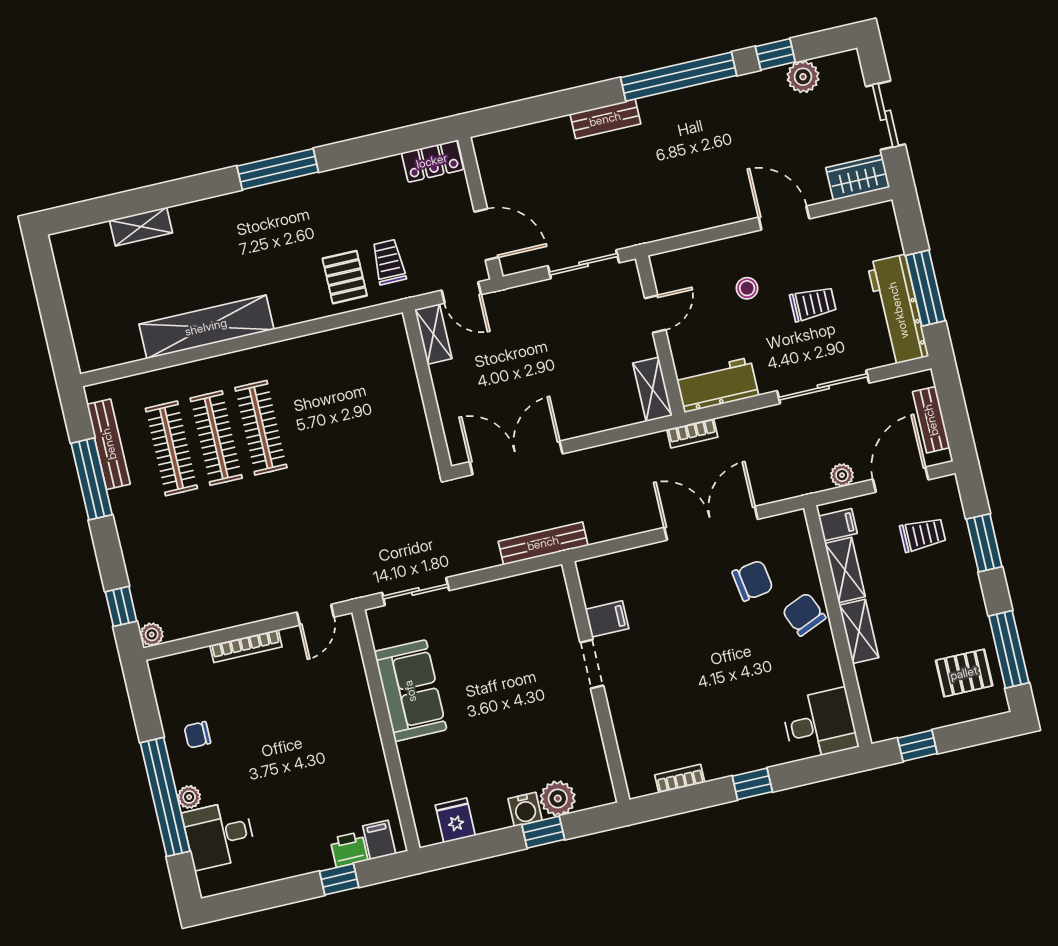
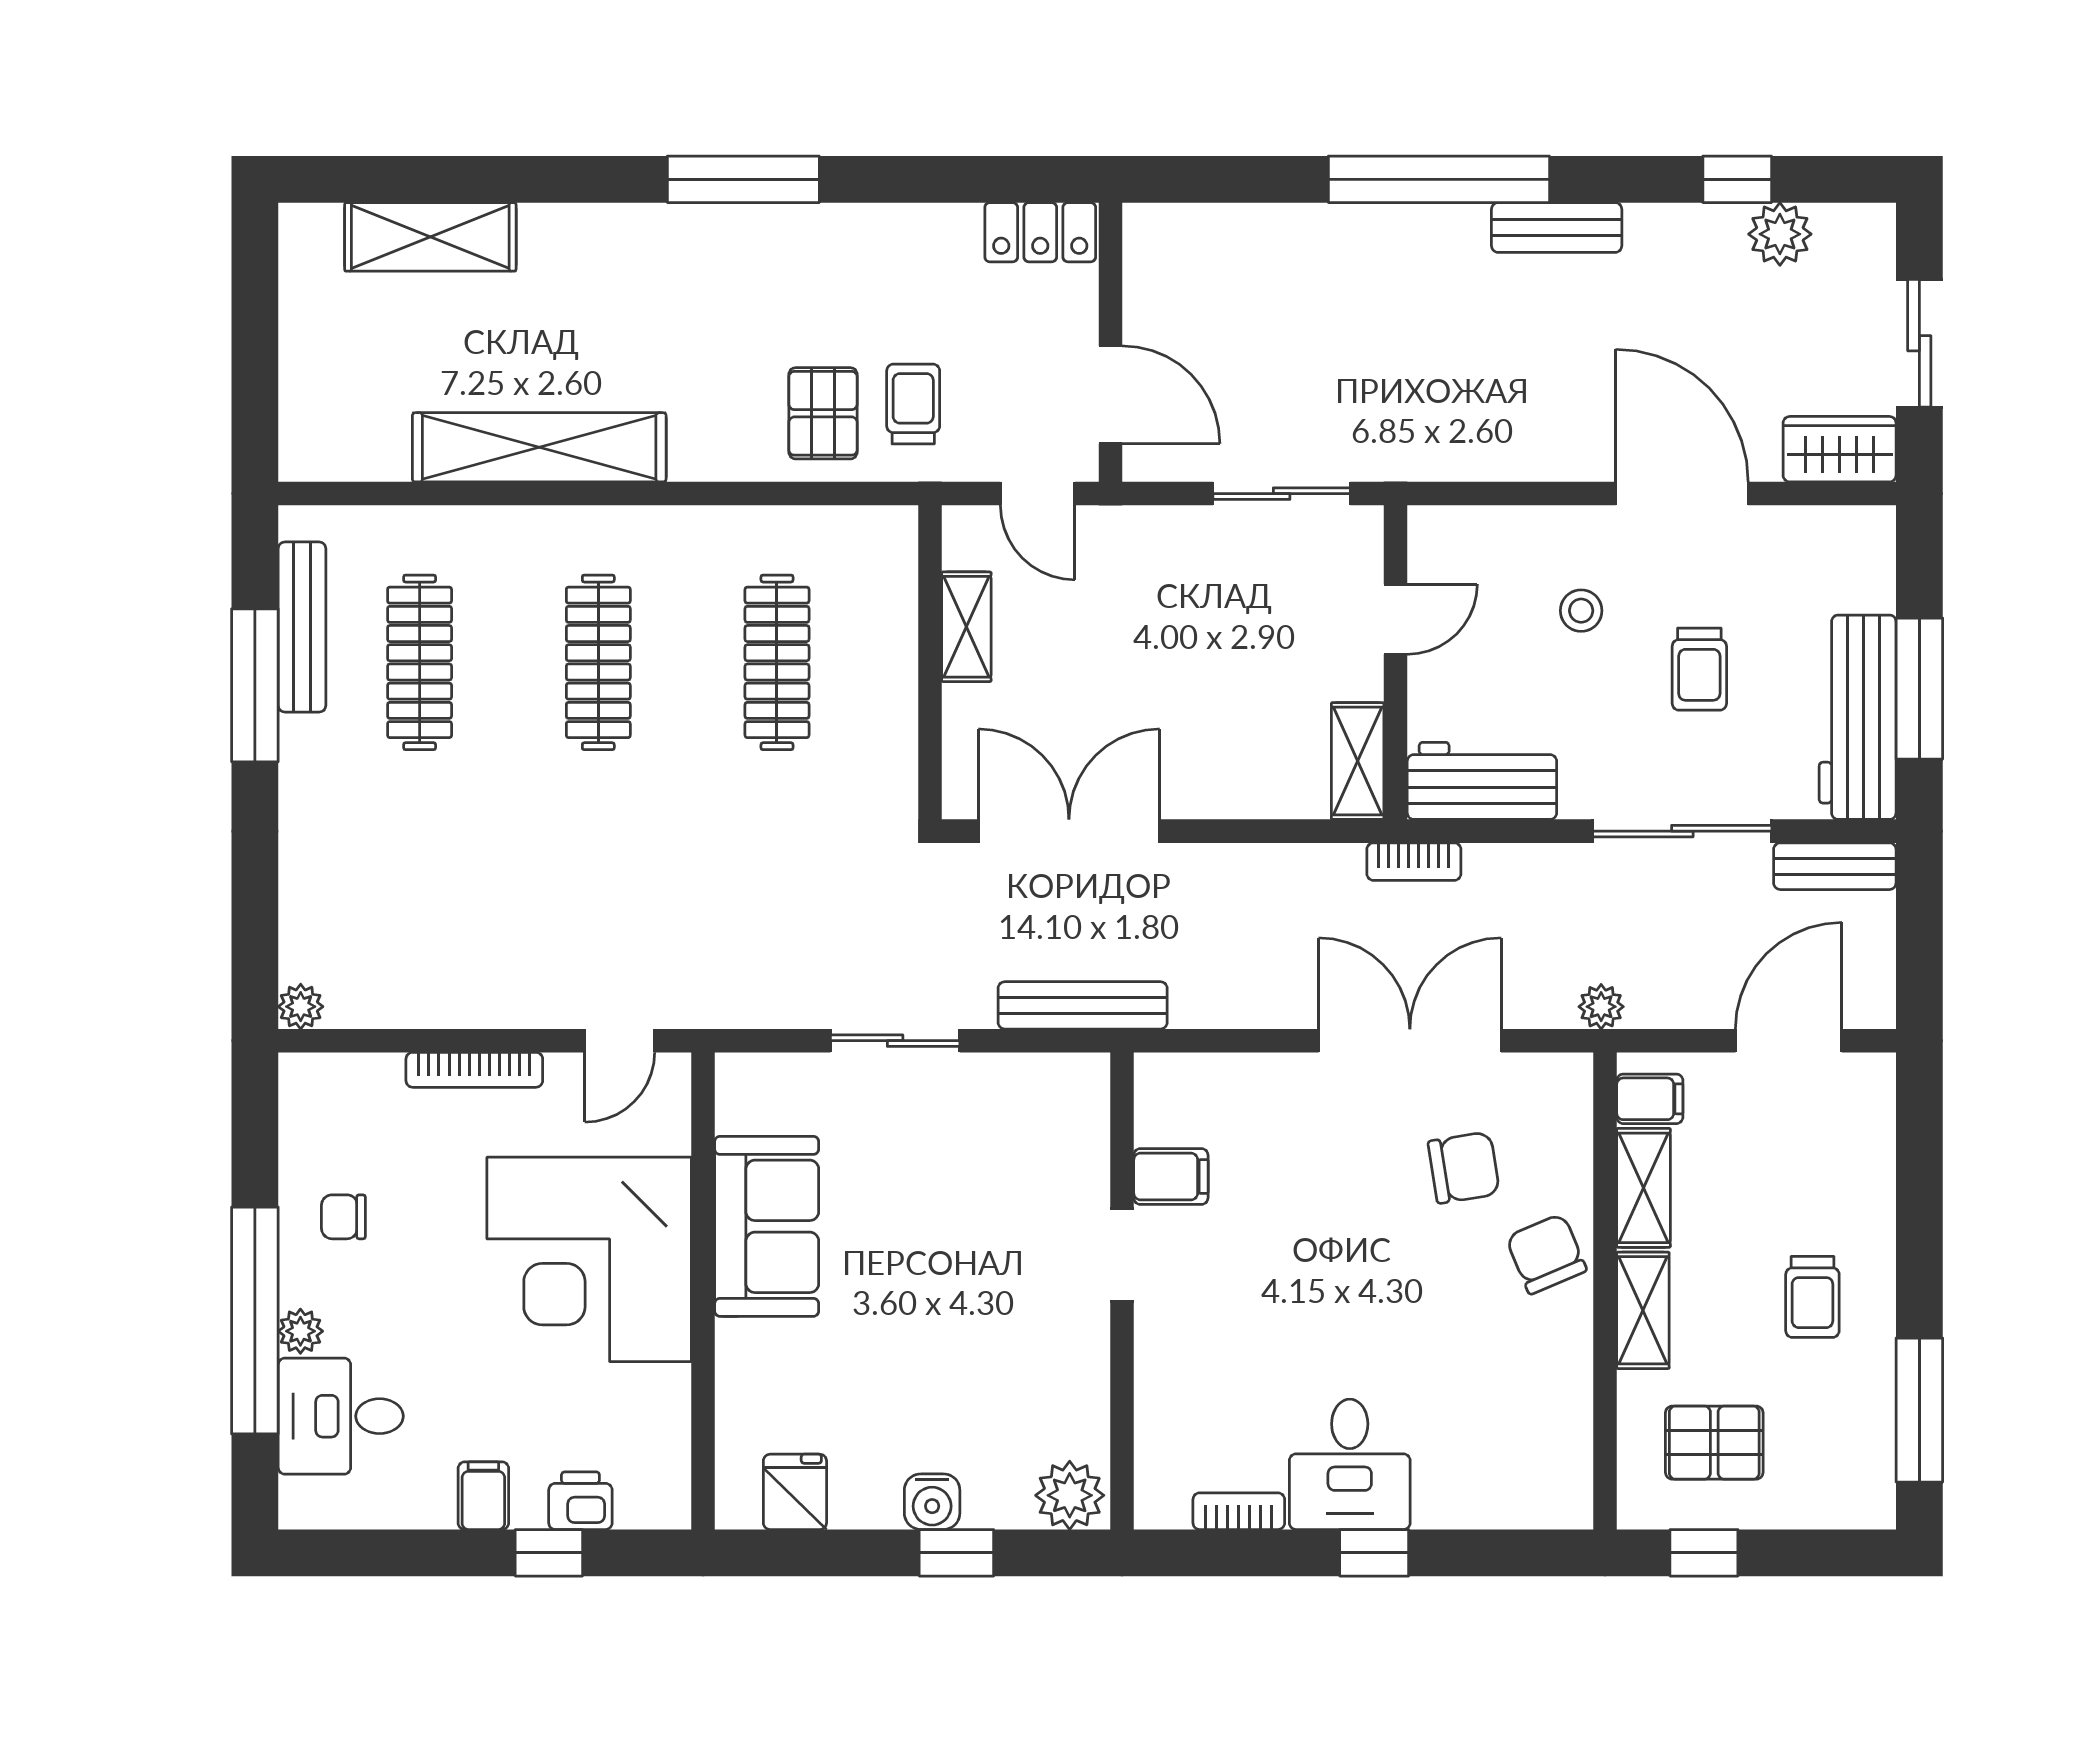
window: (679, 77) -> (1439, 179), moved
bench: (605, 119) -> (1557, 227), moved
door: (784, 218) -> (1682, 494), width x1.36
shelving: (141, 227) -> (430, 237), width x1.50, depth x1.33
trolley: (813, 304) -> (1699, 669), turned 90
shelving: (433, 334) -> (966, 627), moved
bench: (931, 420) -> (1835, 866), moved, turned 90
clothes rail: (216, 438) -> (777, 662), moved
plant: (842, 475) -> (1601, 1007), moved
trolley: (923, 535) -> (1812, 1297), moved, turned 90
window: (984, 543) -> (1919, 1197), removed
sliding door: (416, 592) -> (895, 1041), moved
window: (121, 606) -> (255, 940), removed
pallet: (964, 673) -> (1714, 1443), moved
desk: (820, 724) -> (1350, 1464), moved, turned 90
corner desk: (325, 728) -> (589, 1259), added
plant: (558, 798) -> (1070, 1495), moved
filing cabinet: (379, 840) -> (483, 1496), moved

